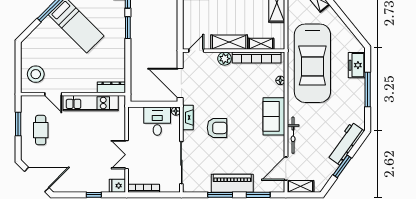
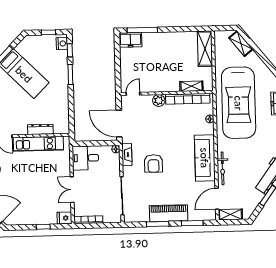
shelving: (229, 42) -> (163, 85), removed
dresser: (111, 87) -> (40, 129), moved
sofa: (274, 116) -> (205, 158), width x1.36
desk: (157, 121) -> (85, 158), moved, turned -90
armchair: (217, 128) -> (154, 163), turned 90

